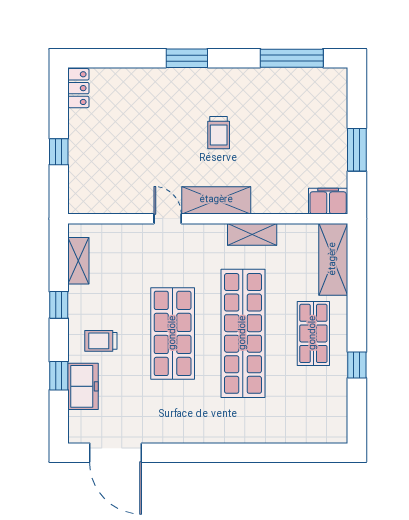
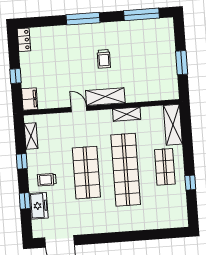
window: (187, 58) -> (83, 19), width x1.44
filing cabinet: (328, 201) -> (30, 99), moved, turned 90

